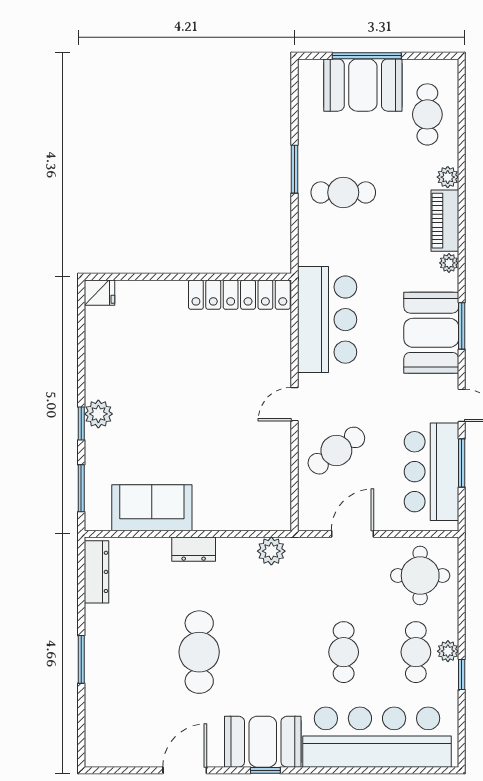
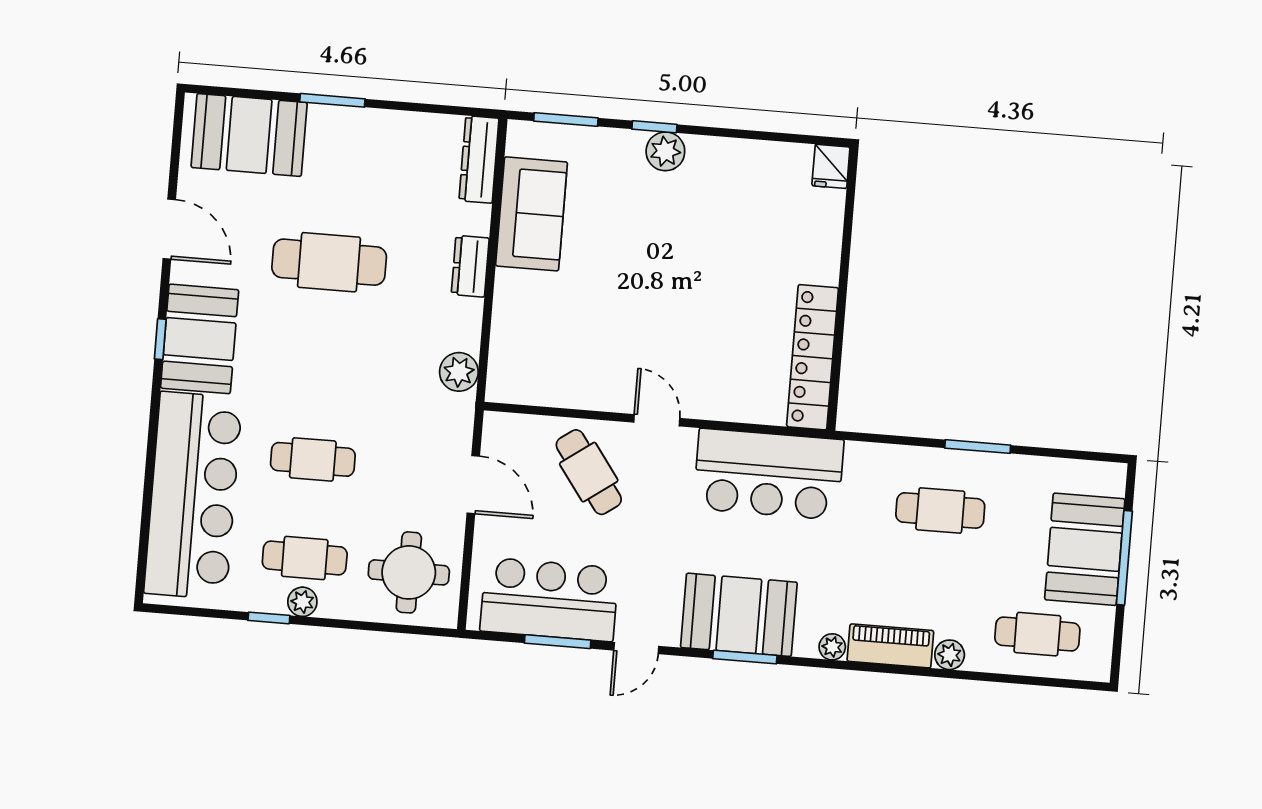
cafe table: (343, 192) -> (940, 510), turned 90
dresser: (96, 572) -> (479, 159), moved, turned 90
booth: (111, 718) -> (249, 135), added

